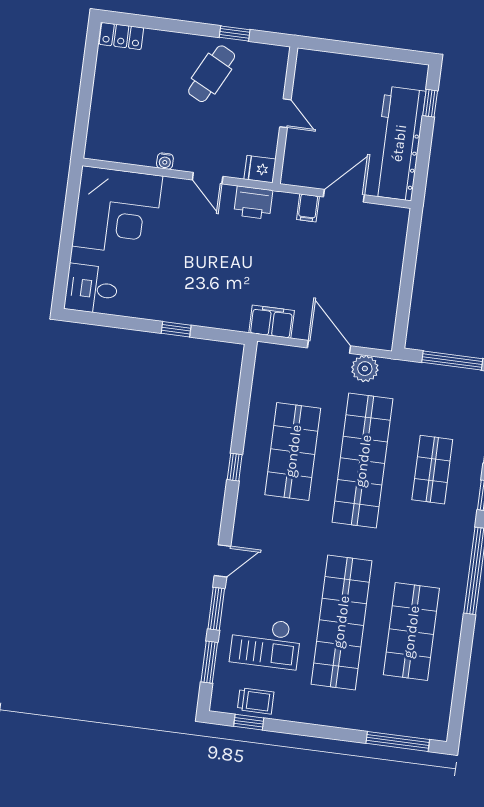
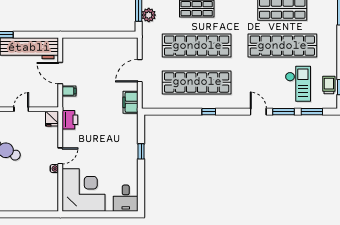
door: (208, 178) -> (60, 156), moved
plant: (365, 369) -> (149, 15), moved
shop shelf: (293, 451) -> (197, 82), width x1.40

